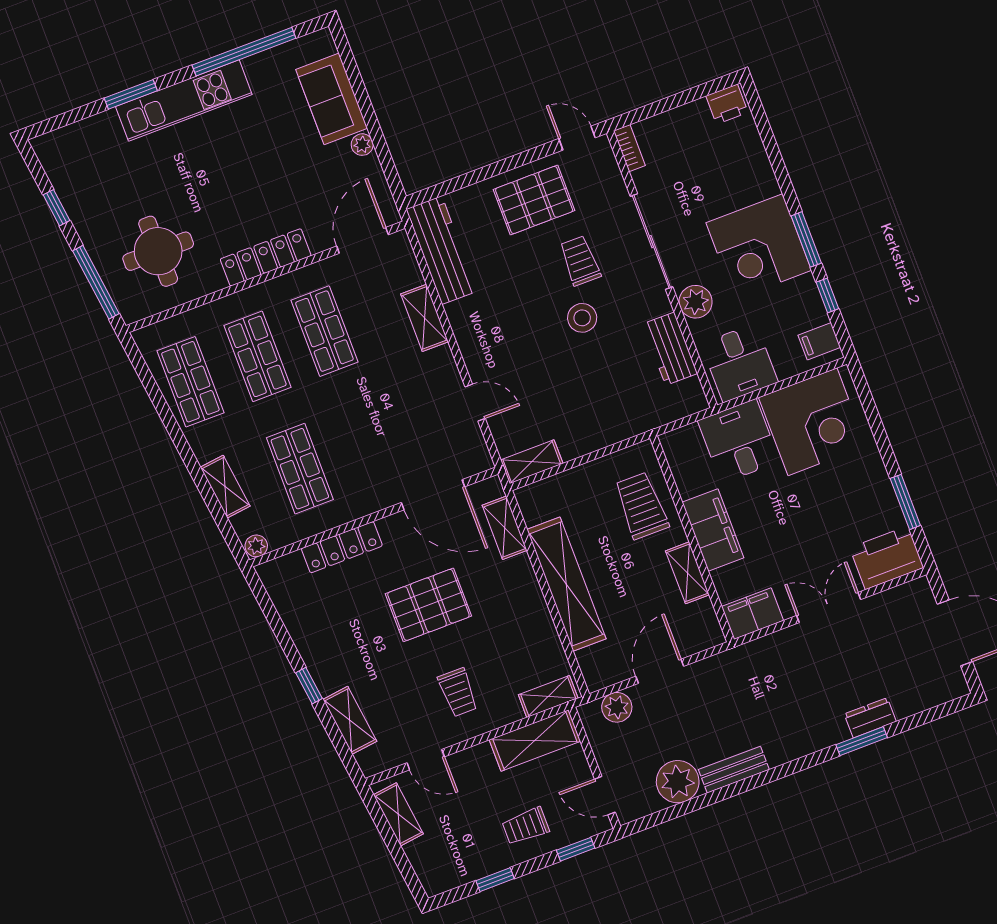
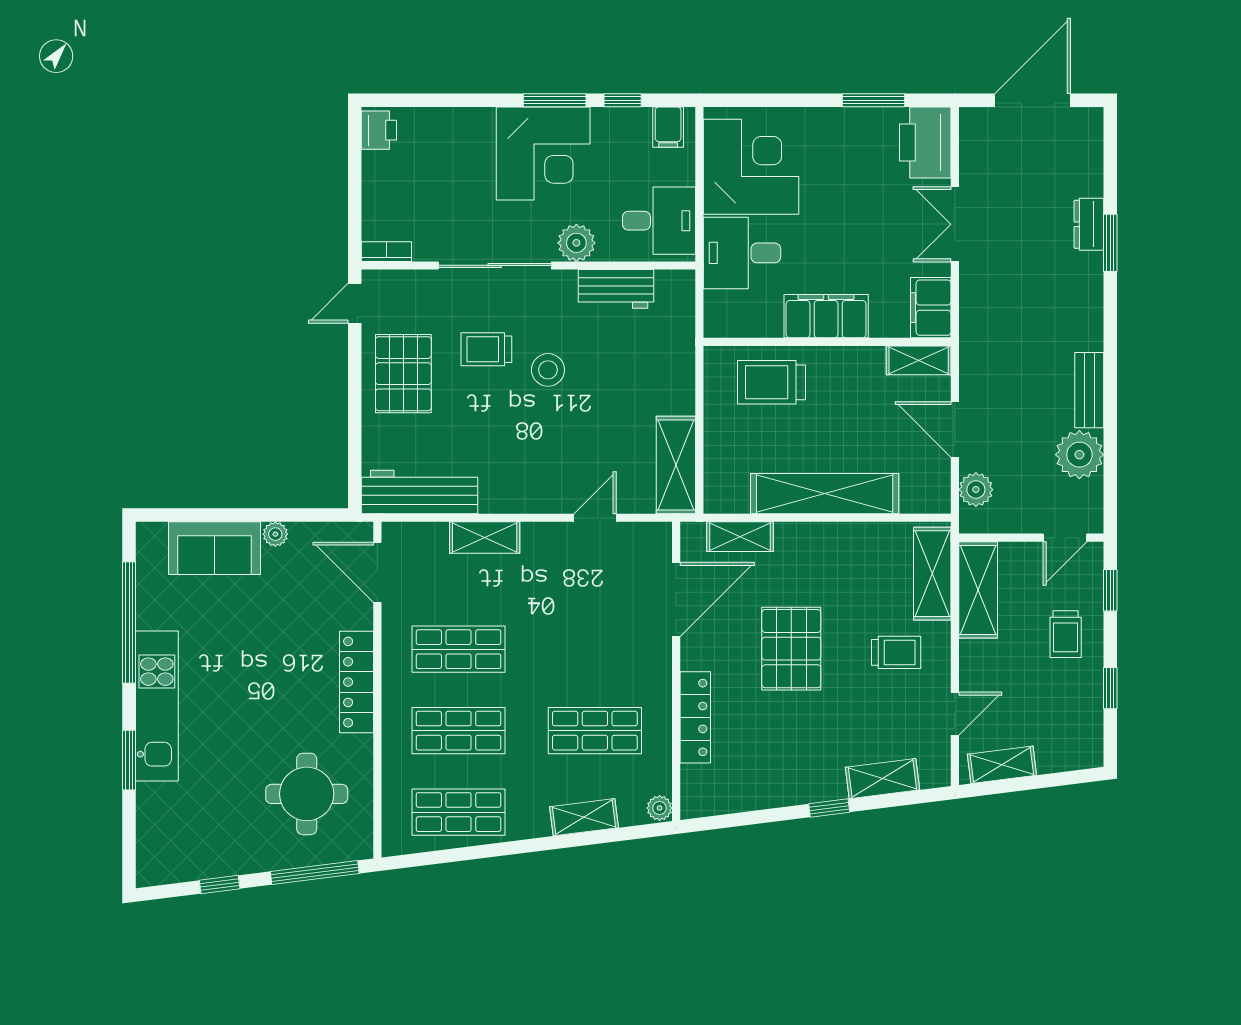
shelving: (532, 462) -> (676, 465), width x1.50, depth x1.33
shelving: (687, 573) -> (919, 360), moved
shelving: (548, 697) -> (932, 574), width x1.50, depth x1.33

